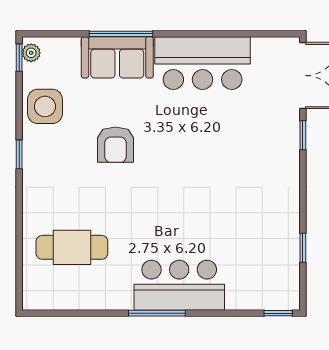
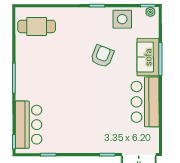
armchair: (115, 145) -> (102, 56), turned 111
cafe table: (72, 247) -> (37, 26), moved, turned 90
bar counter: (179, 285) -> (29, 125), moved

